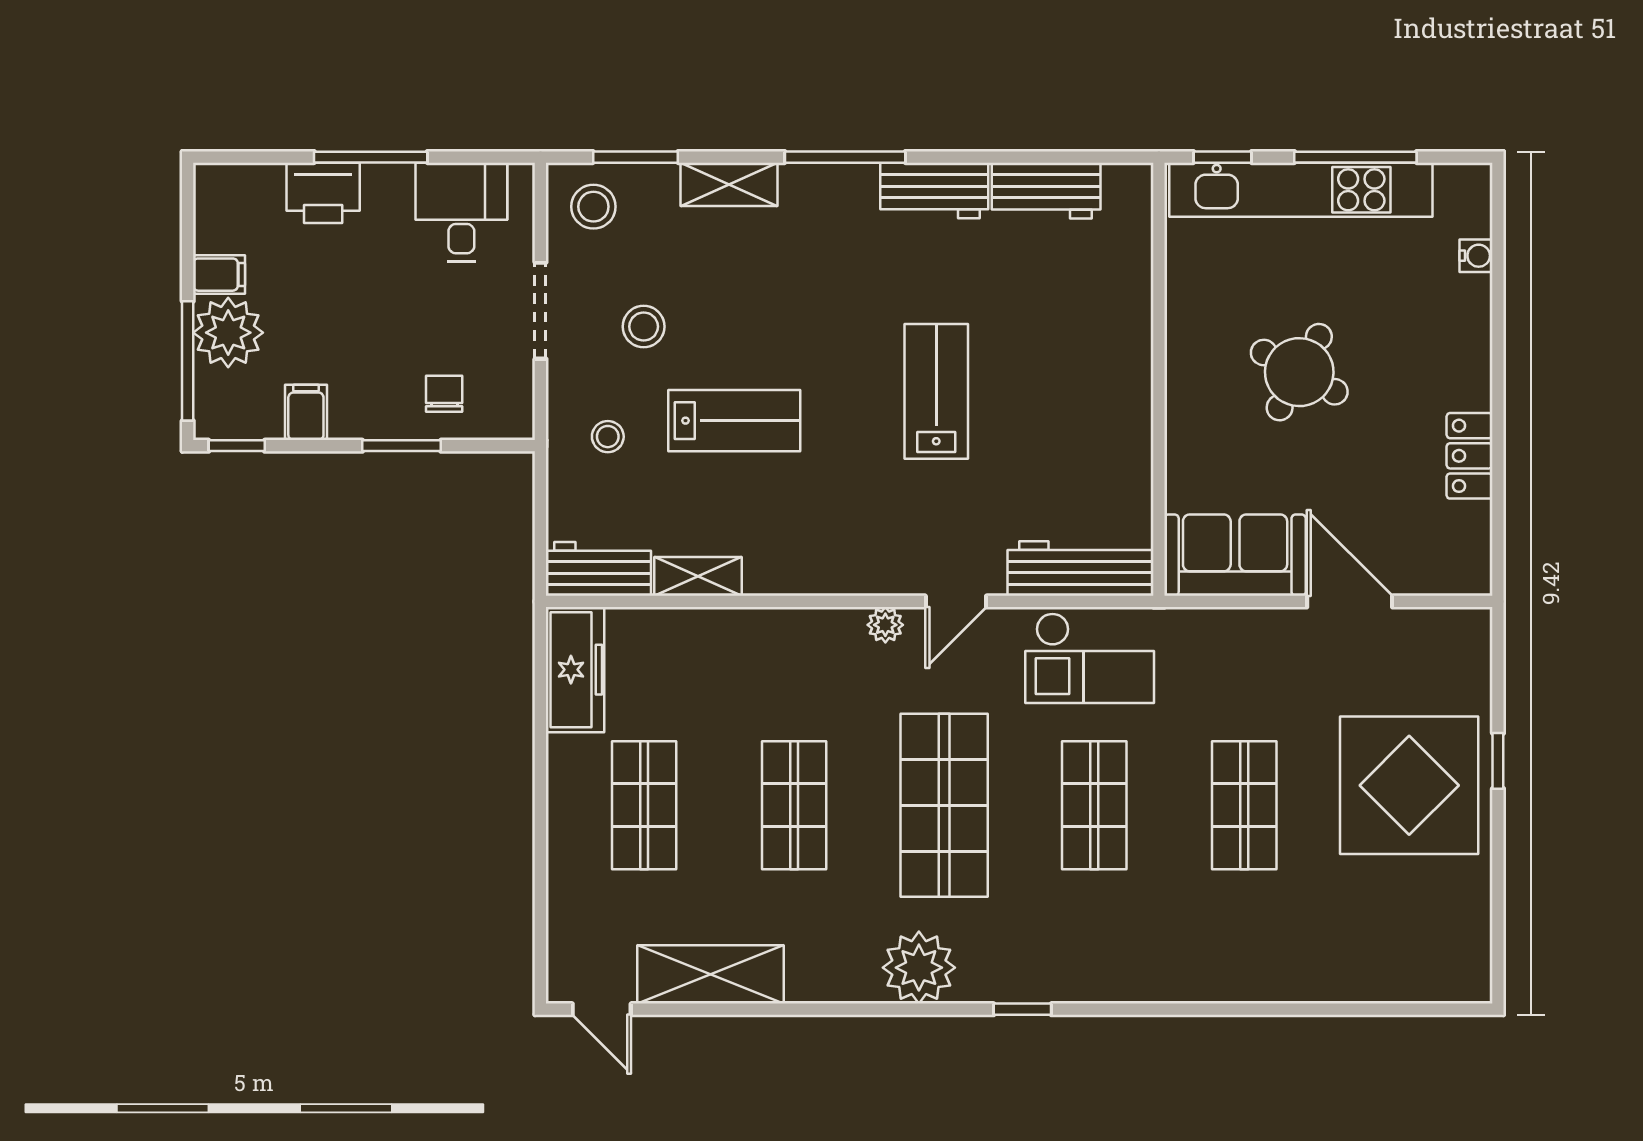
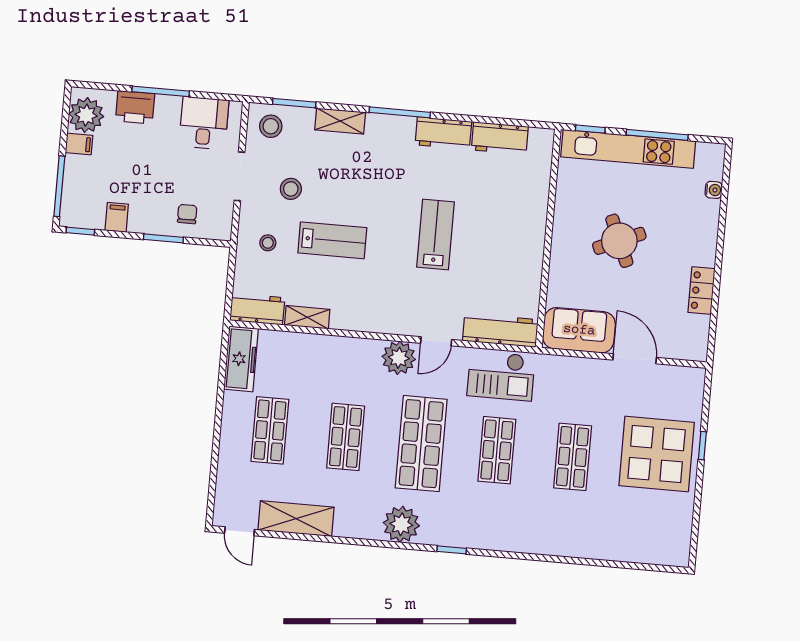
plant: (228, 333) -> (86, 115), moved
round table: (1299, 372) -> (619, 241), turned 38
plant: (885, 625) -> (399, 358), width x1.87, depth x1.87

